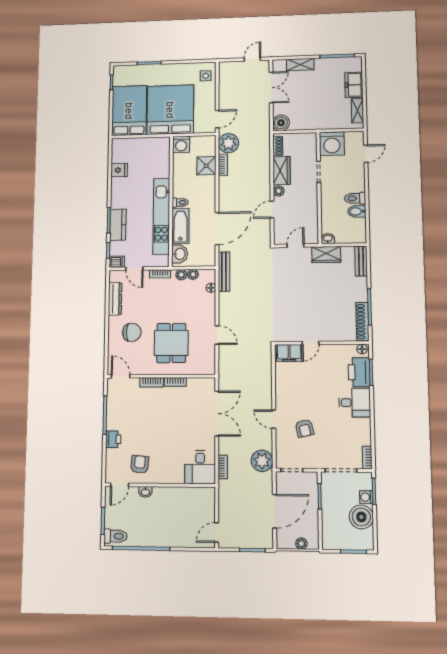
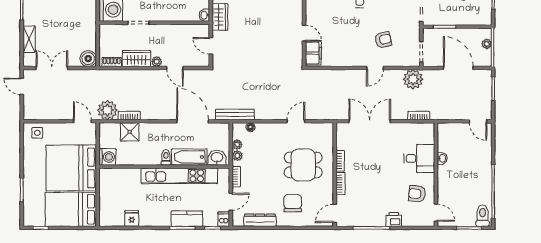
desk: (200, 467) -> (419, 158), moved
washbasin: (145, 492) -> (442, 158), moved

